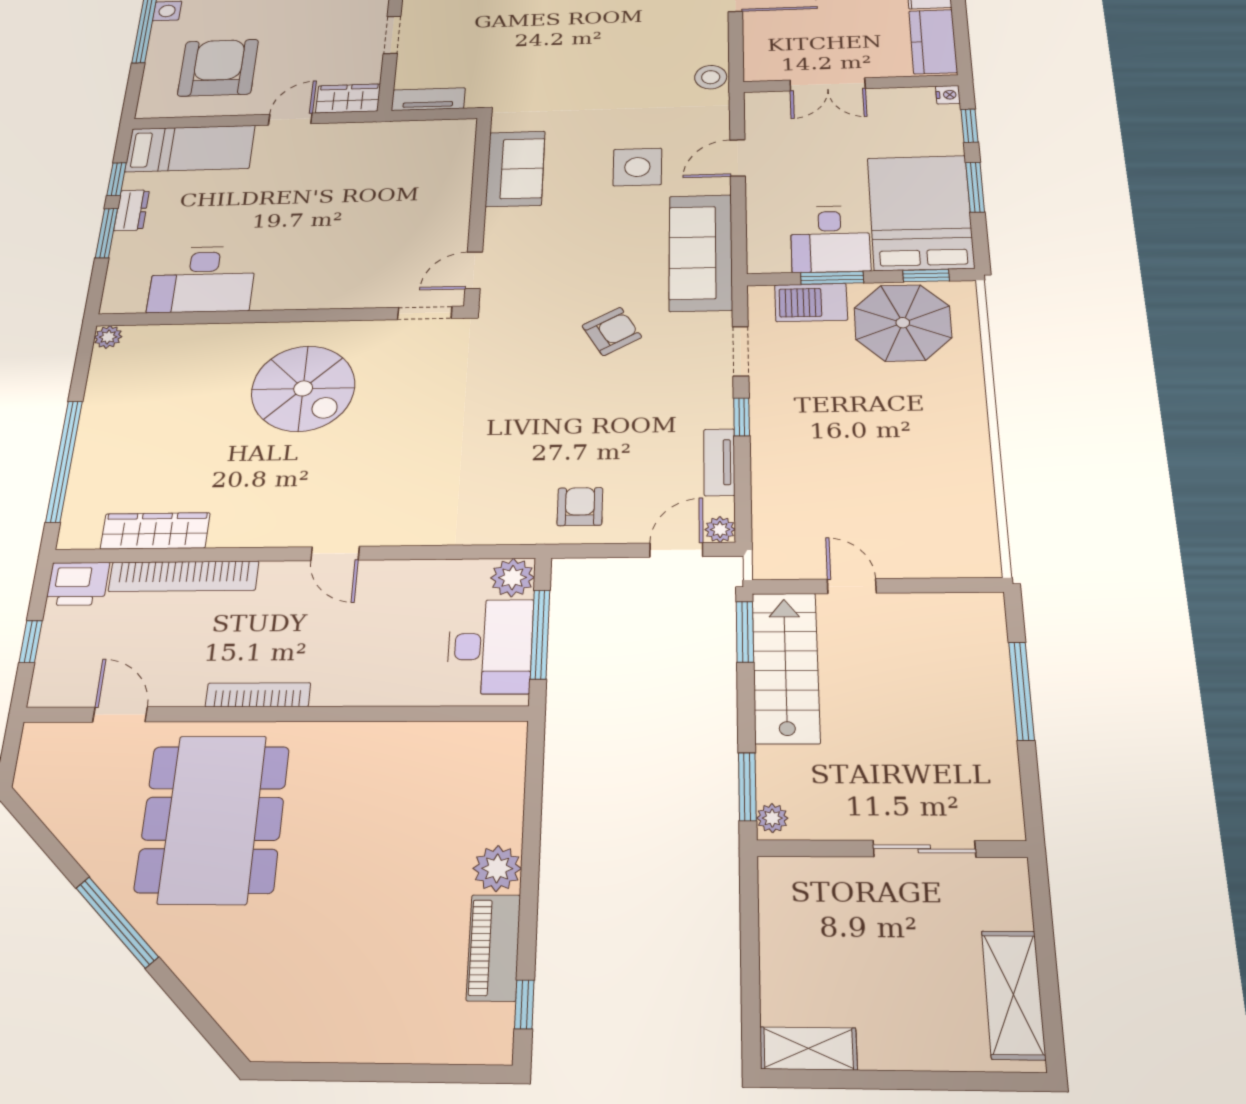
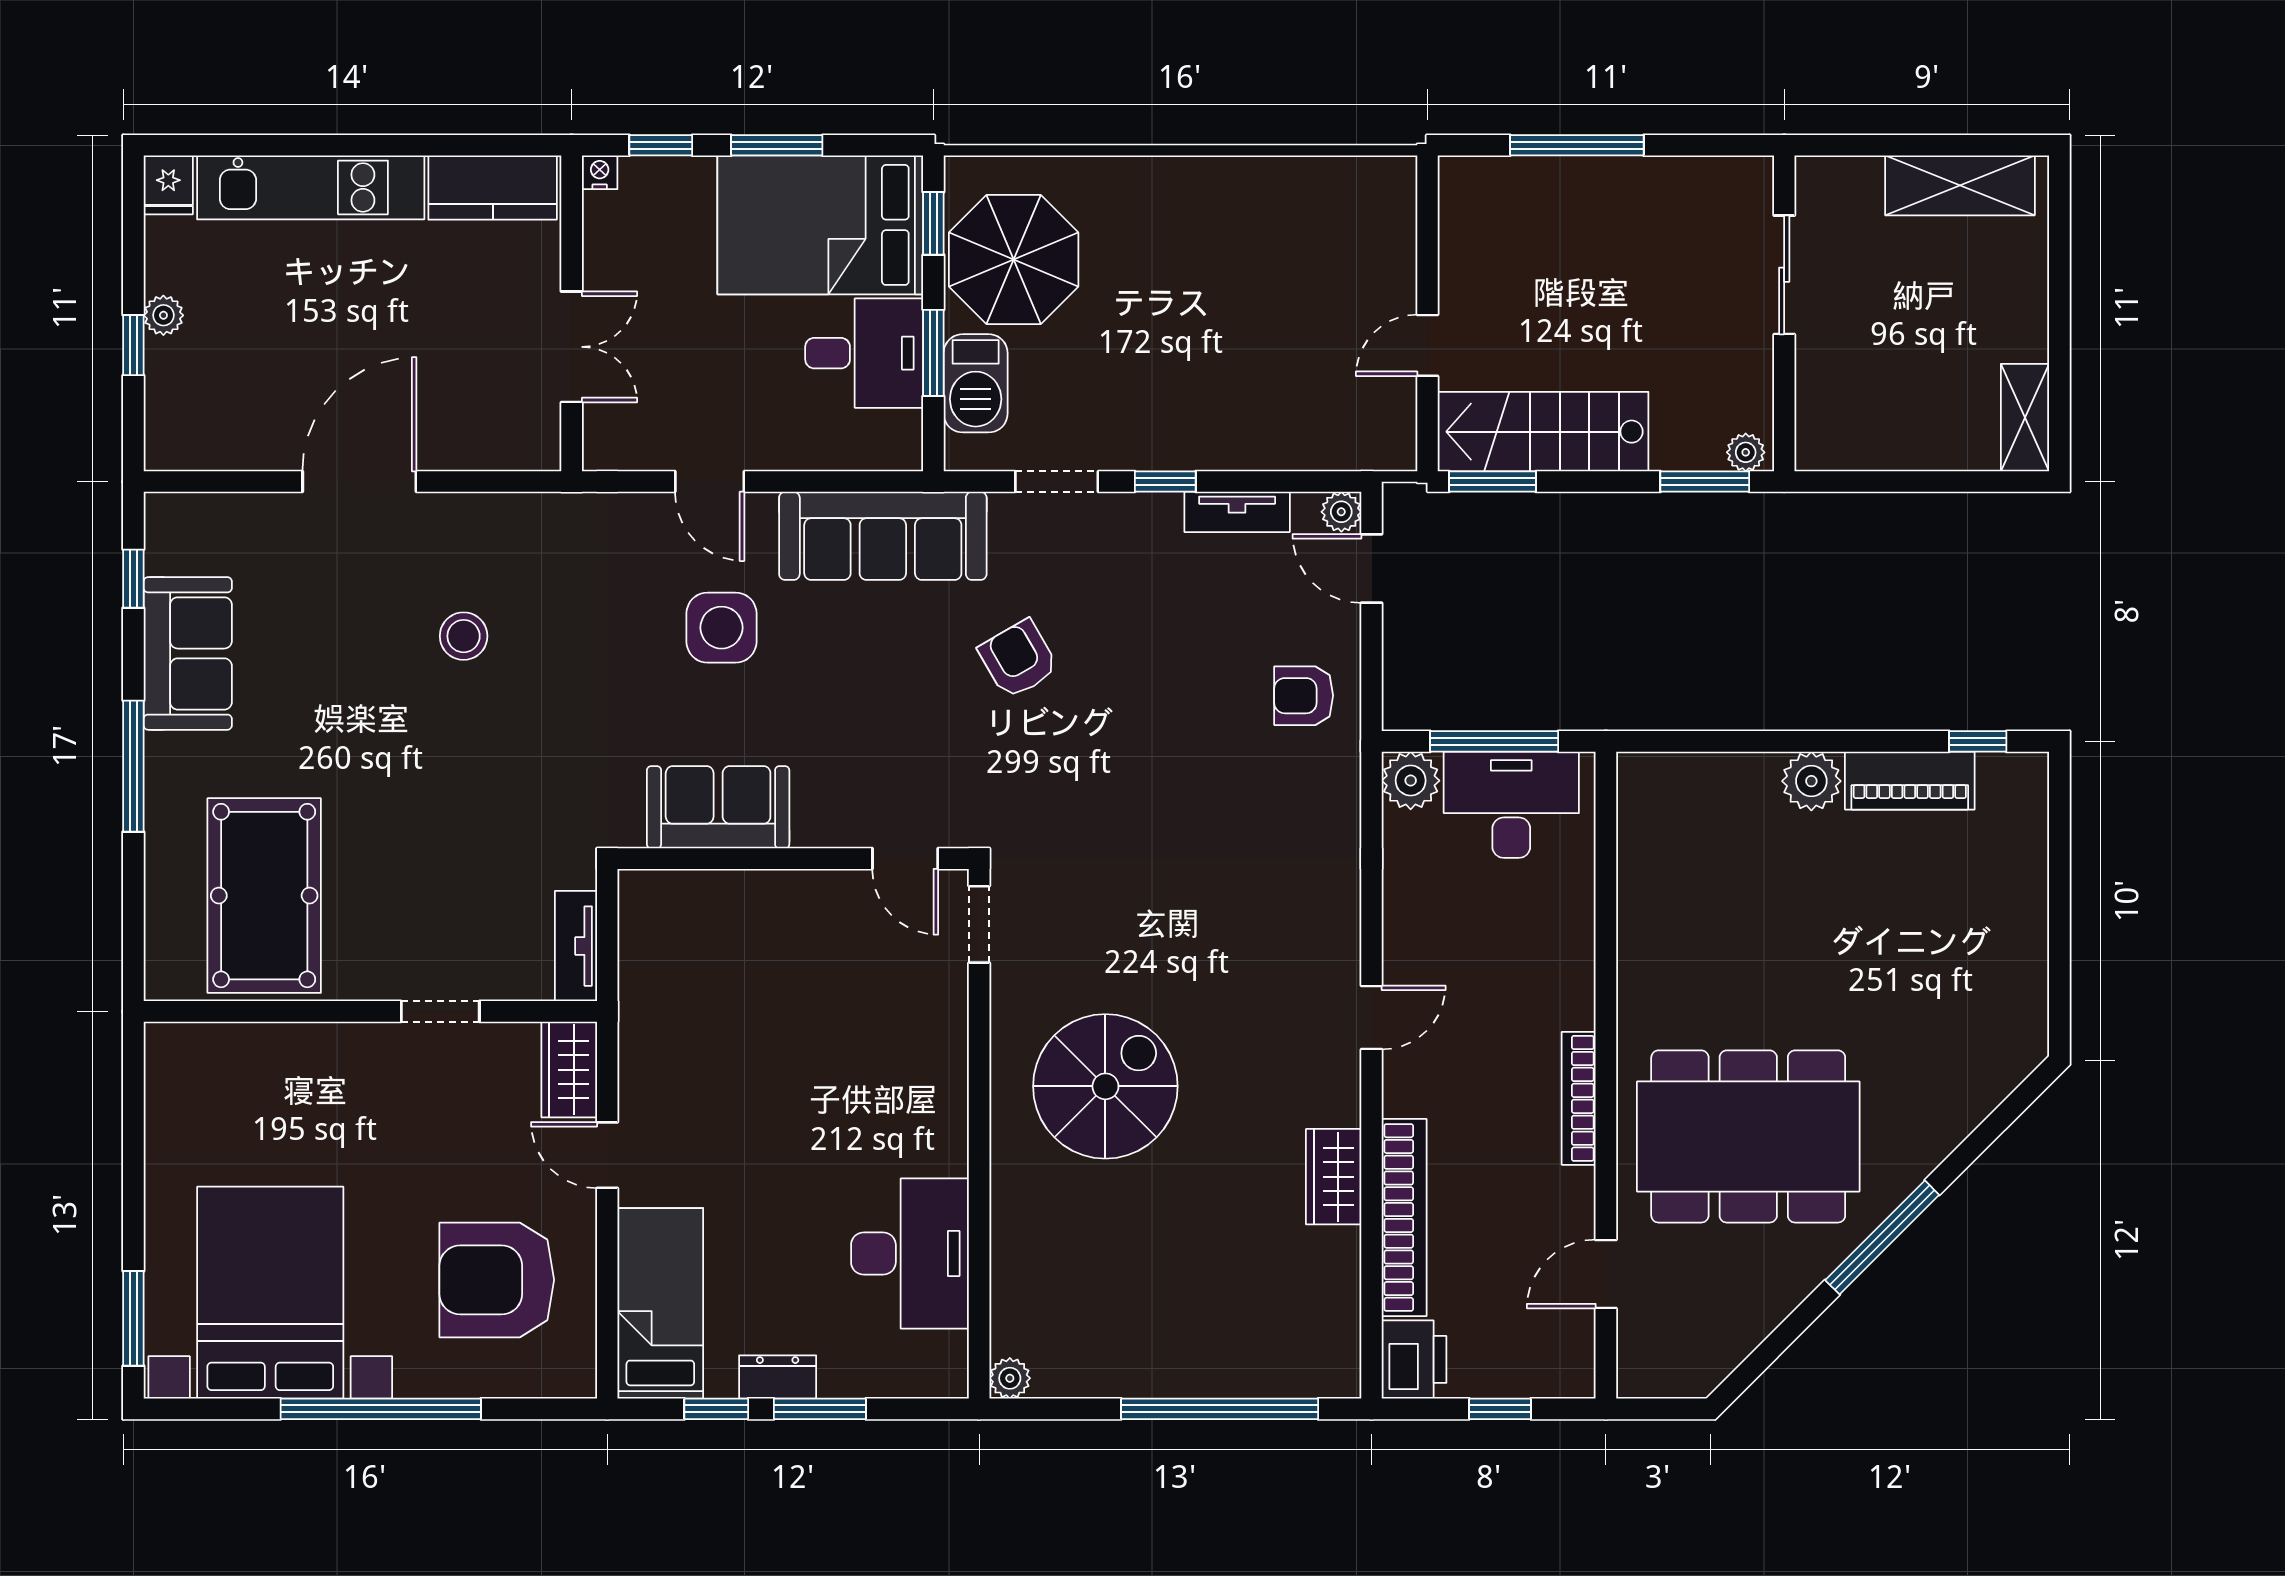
stool: (711, 77) -> (464, 636), moved
wardrobe: (155, 531) -> (1334, 1177), moved, width x0.67

